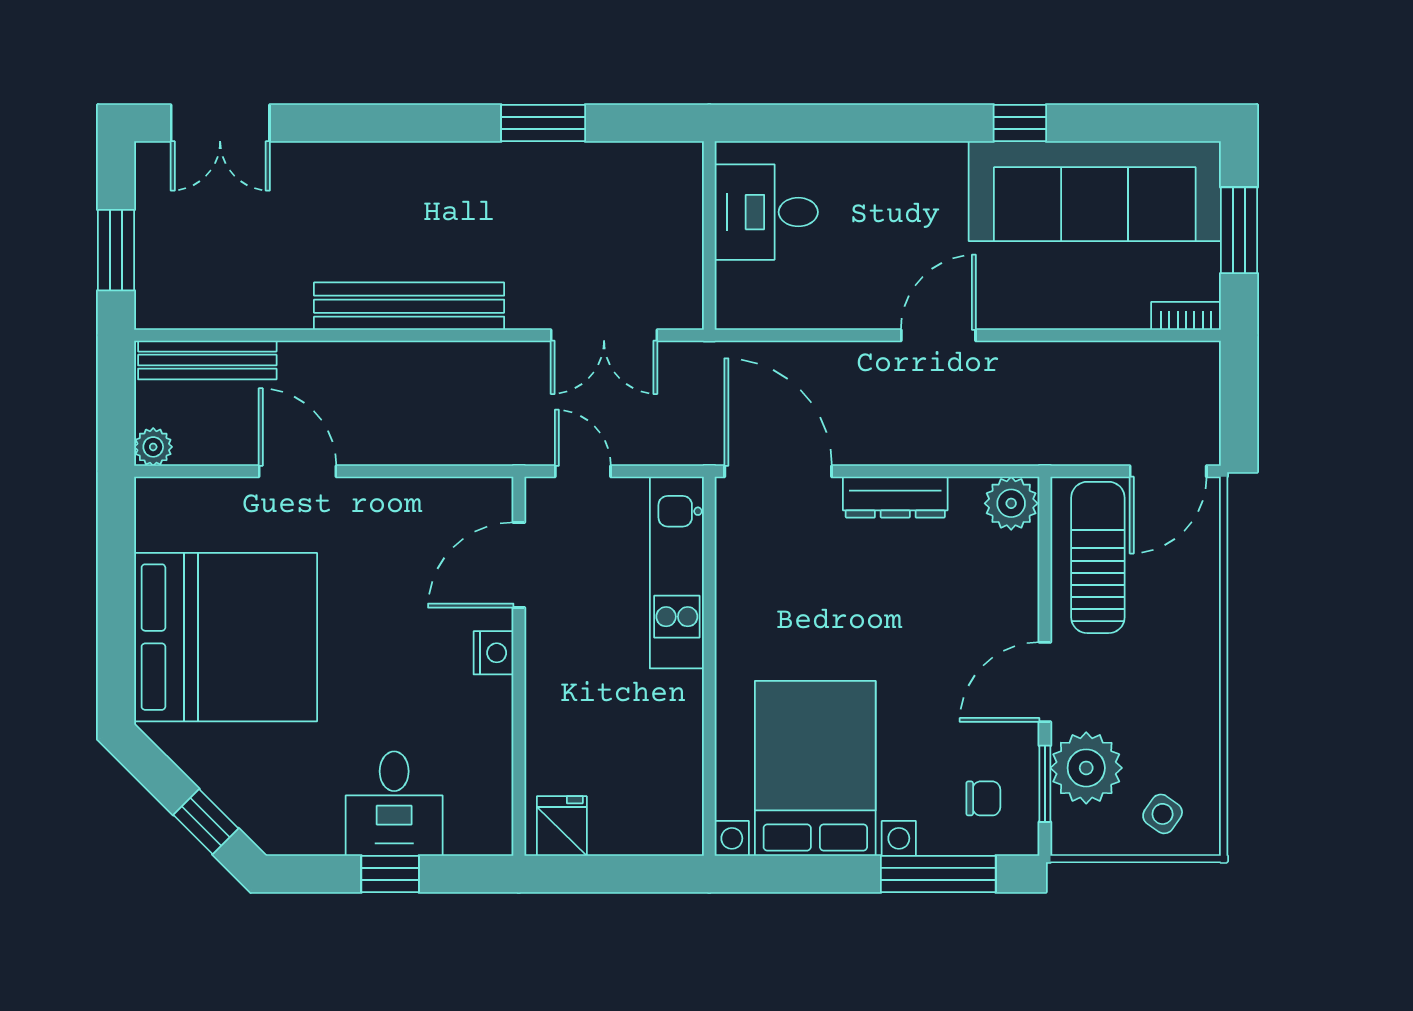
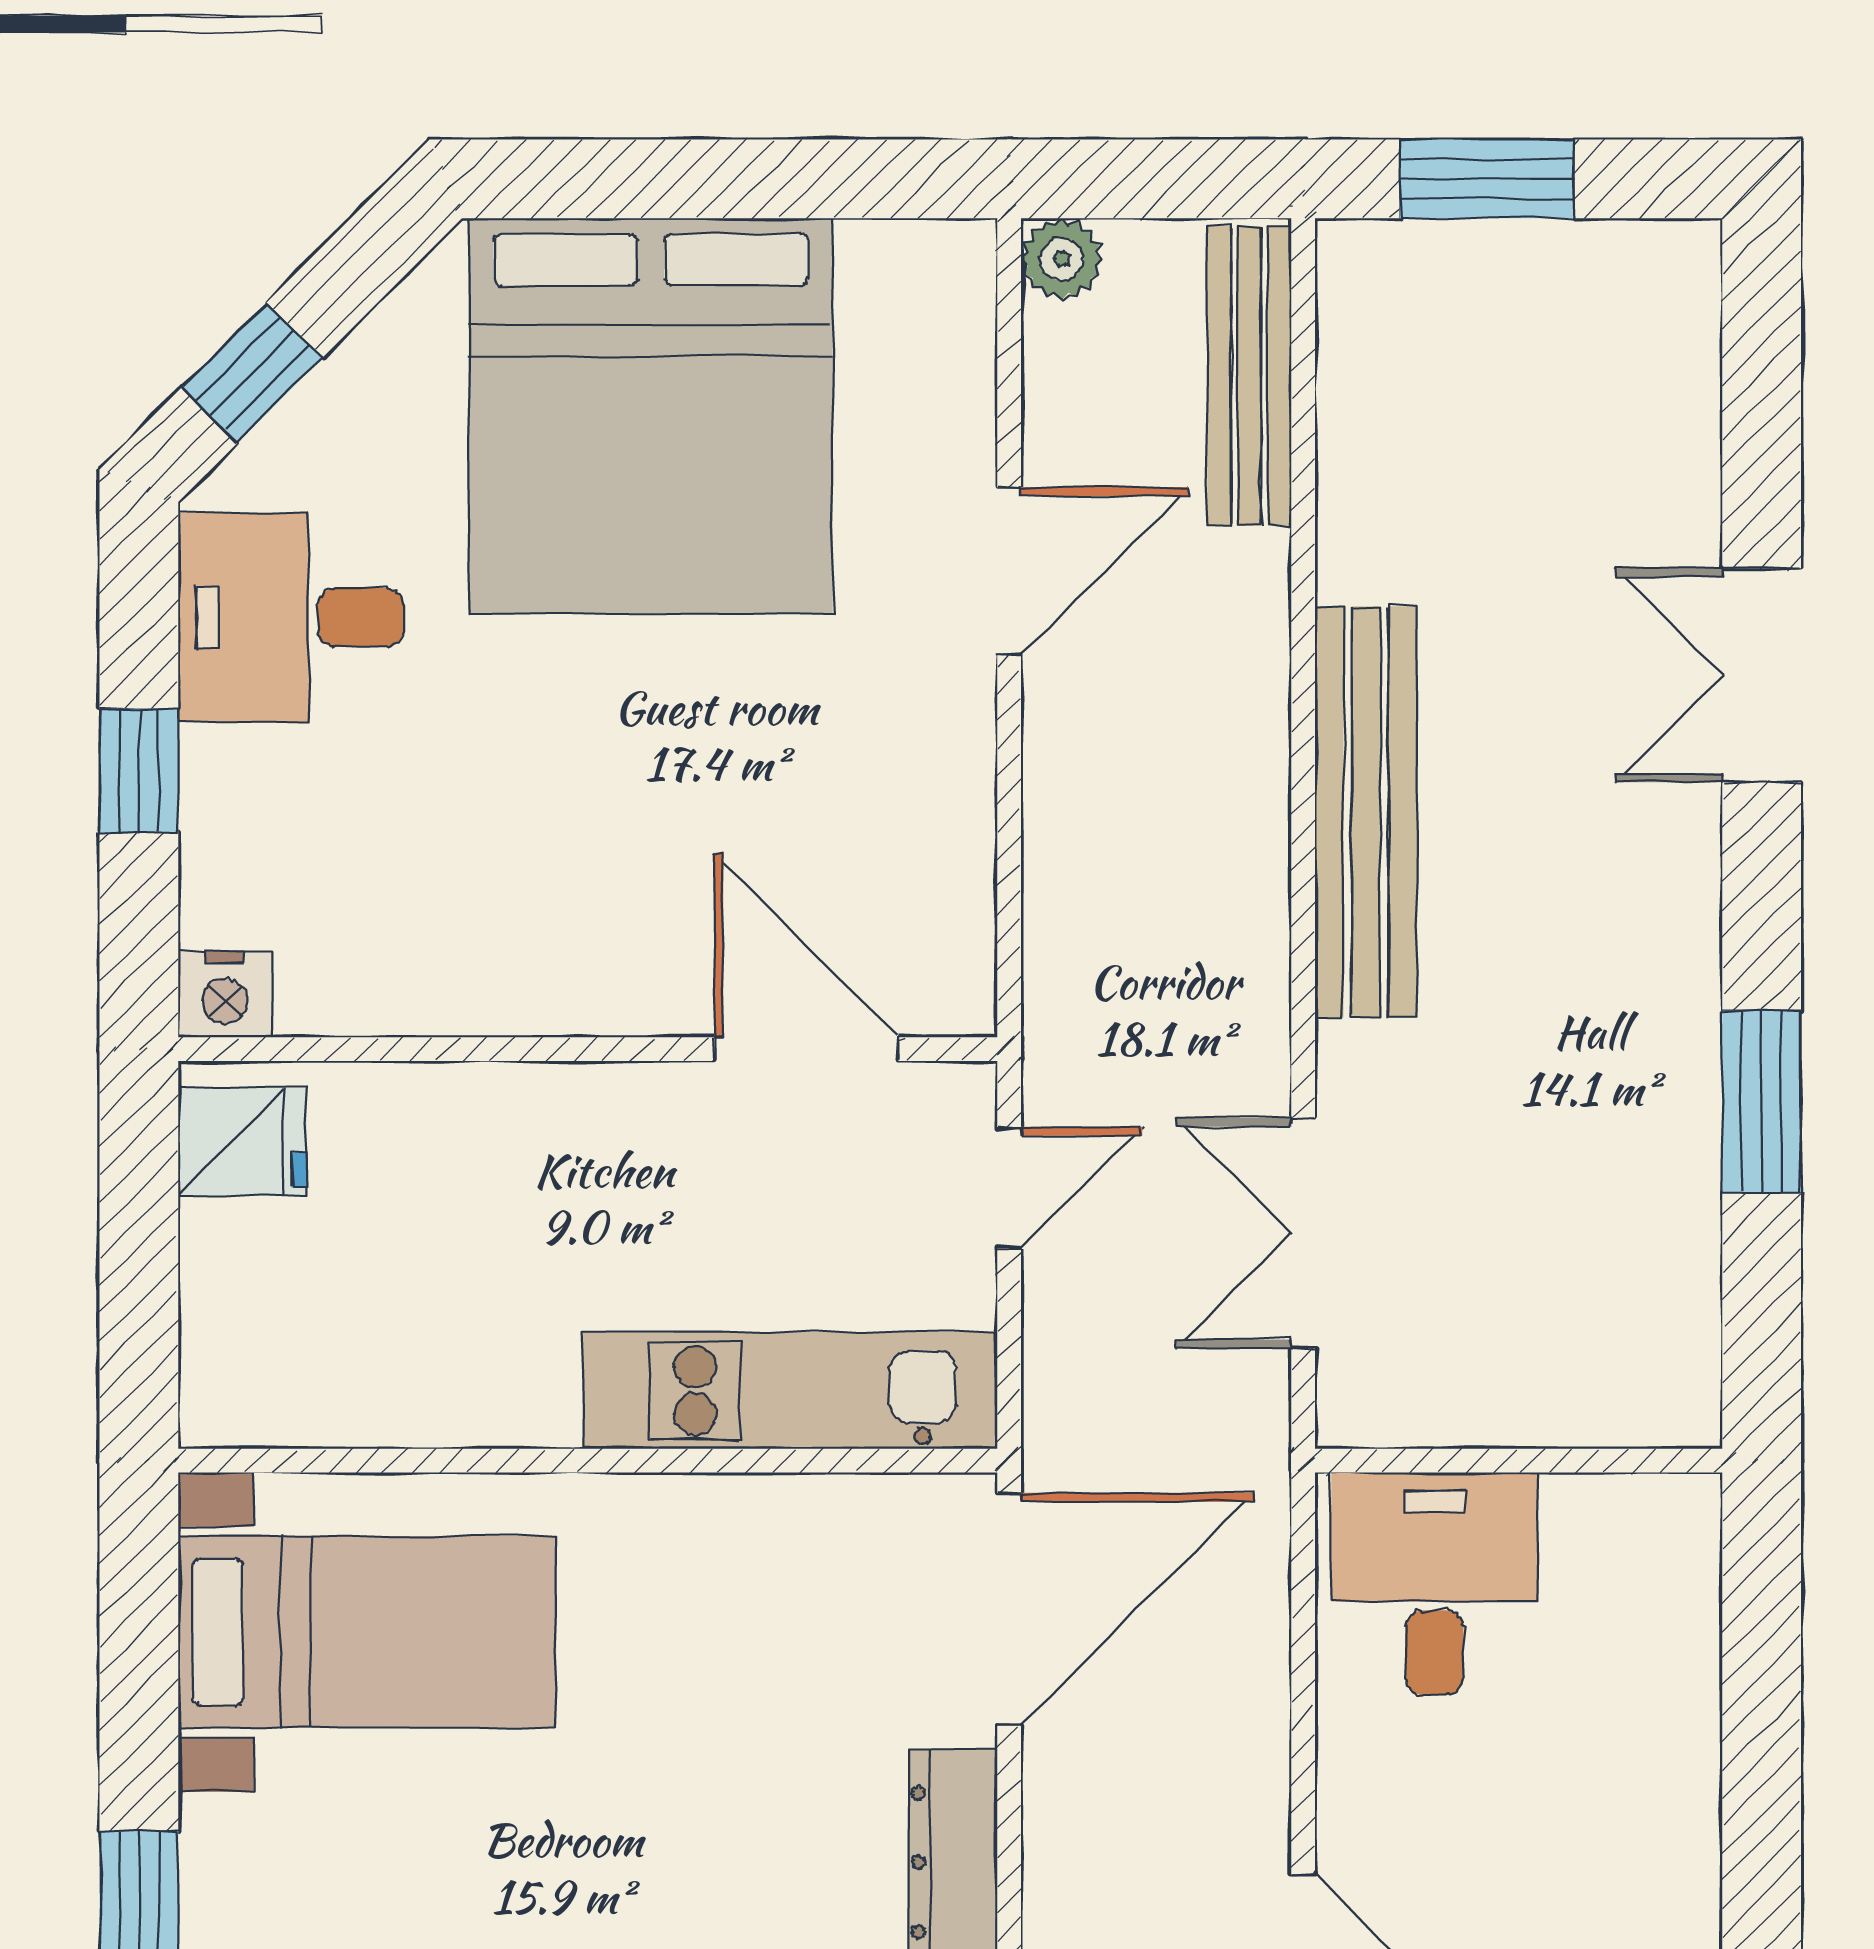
double door: (220, 123) -> (1762, 675), moved
desk: (766, 212) -> (1435, 1584), moved
nightstand: (493, 653) -> (225, 994), moved
bed with nightstands: (815, 768) -> (367, 1632), width x0.73
desk: (394, 804) -> (291, 617), moved

